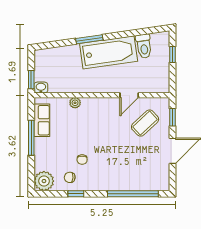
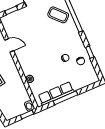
row of seats: (42, 120) -> (56, 94), width x1.48
coffee table: (145, 123) -> (58, 15), moved
plant: (44, 181) -> (90, 77), removed

